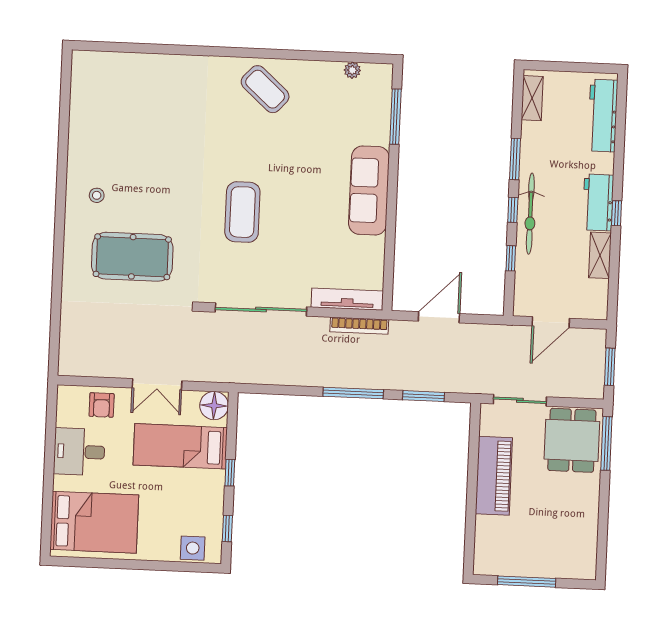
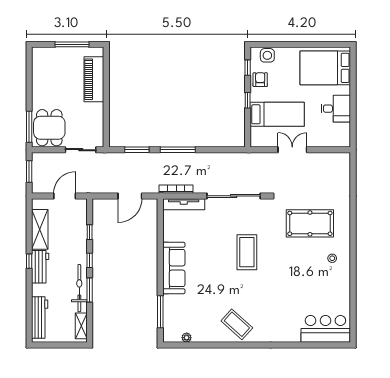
bar counter: (114, 75) -> (325, 329), added
bicycle: (530, 214) -> (79, 288), moved
shelving: (600, 255) -> (40, 229), width x1.50, depth x1.33
armchair: (102, 405) -> (260, 80), moved
floor lamp: (214, 406) -> (259, 139), removed
piano: (494, 476) -> (94, 79), moved

